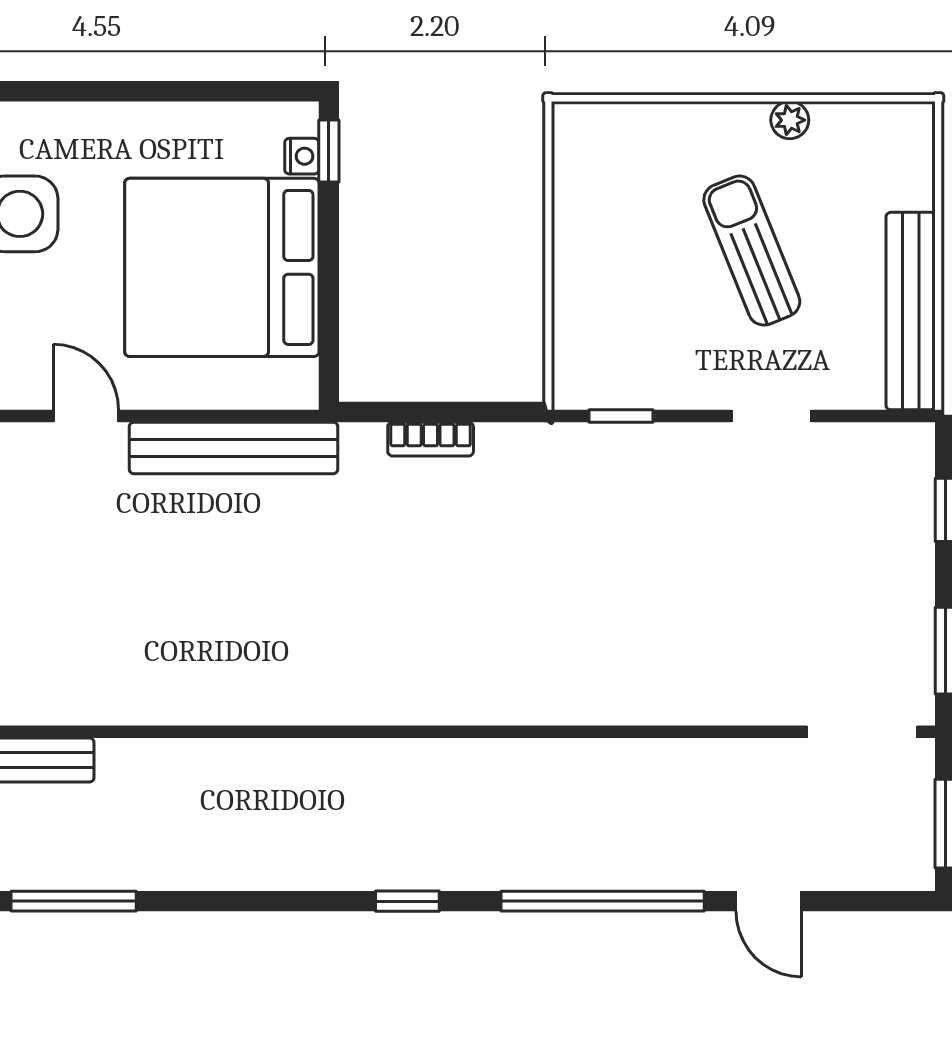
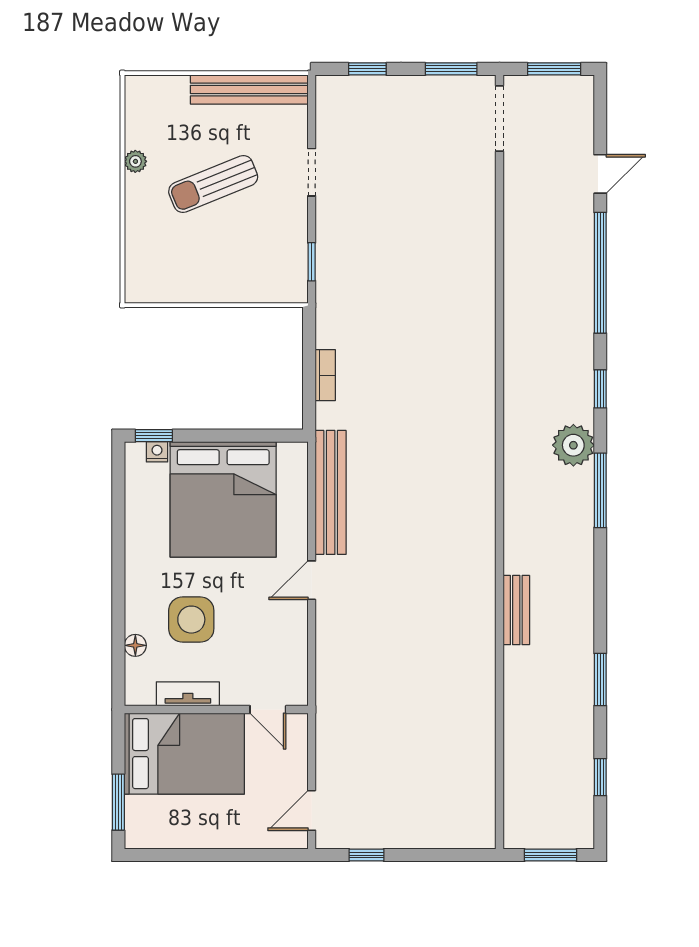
plant: (313, 856) -> (573, 445), added
window: (74, 901) -> (600, 490), moved

